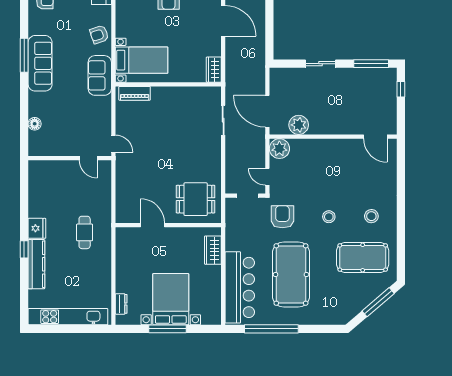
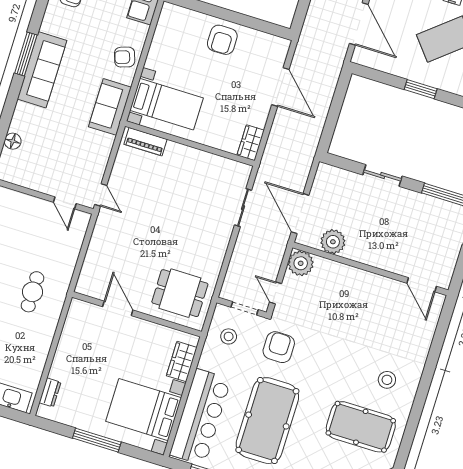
stool: (329, 217) -> (229, 336), moved
bed with nightstands: (171, 299) -> (144, 410), moved, turned -90

